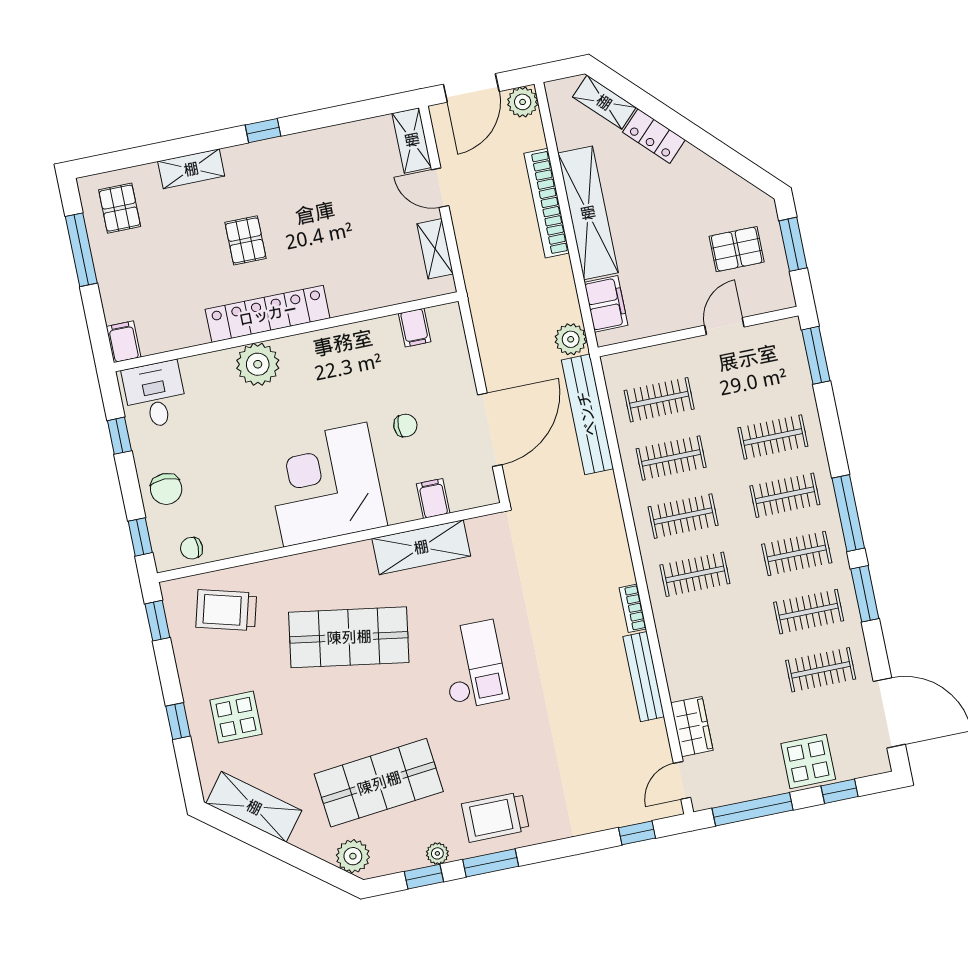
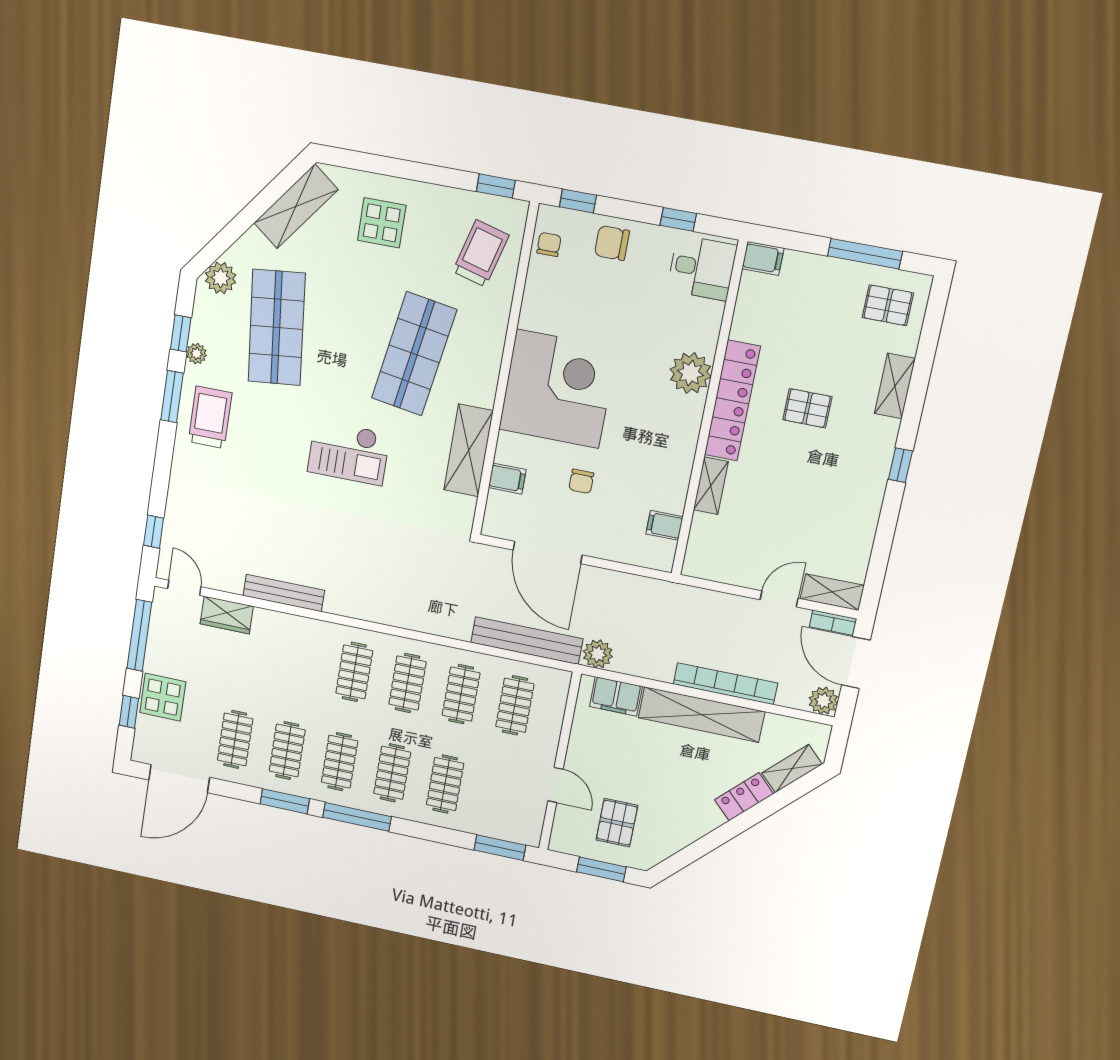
shelving: (435, 249) -> (711, 486), moved, turned 90
bookcase: (633, 608) -> (833, 623), moved, turned 180
window: (178, 721) -> (398, 168), removed

